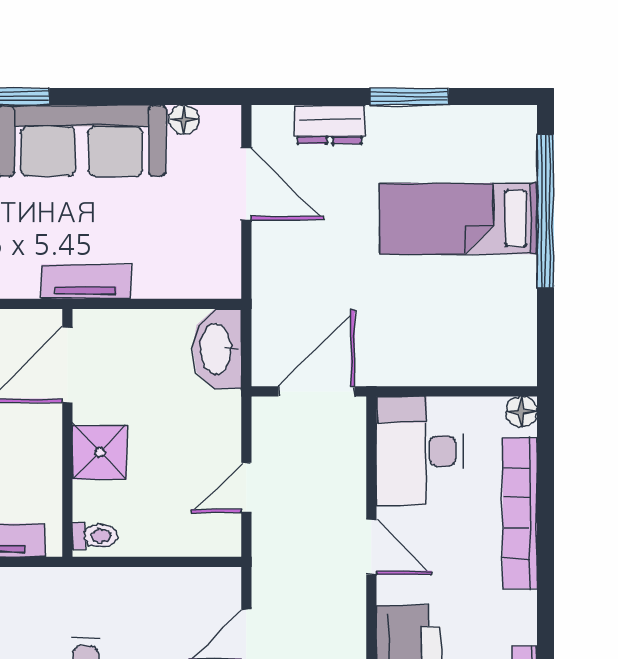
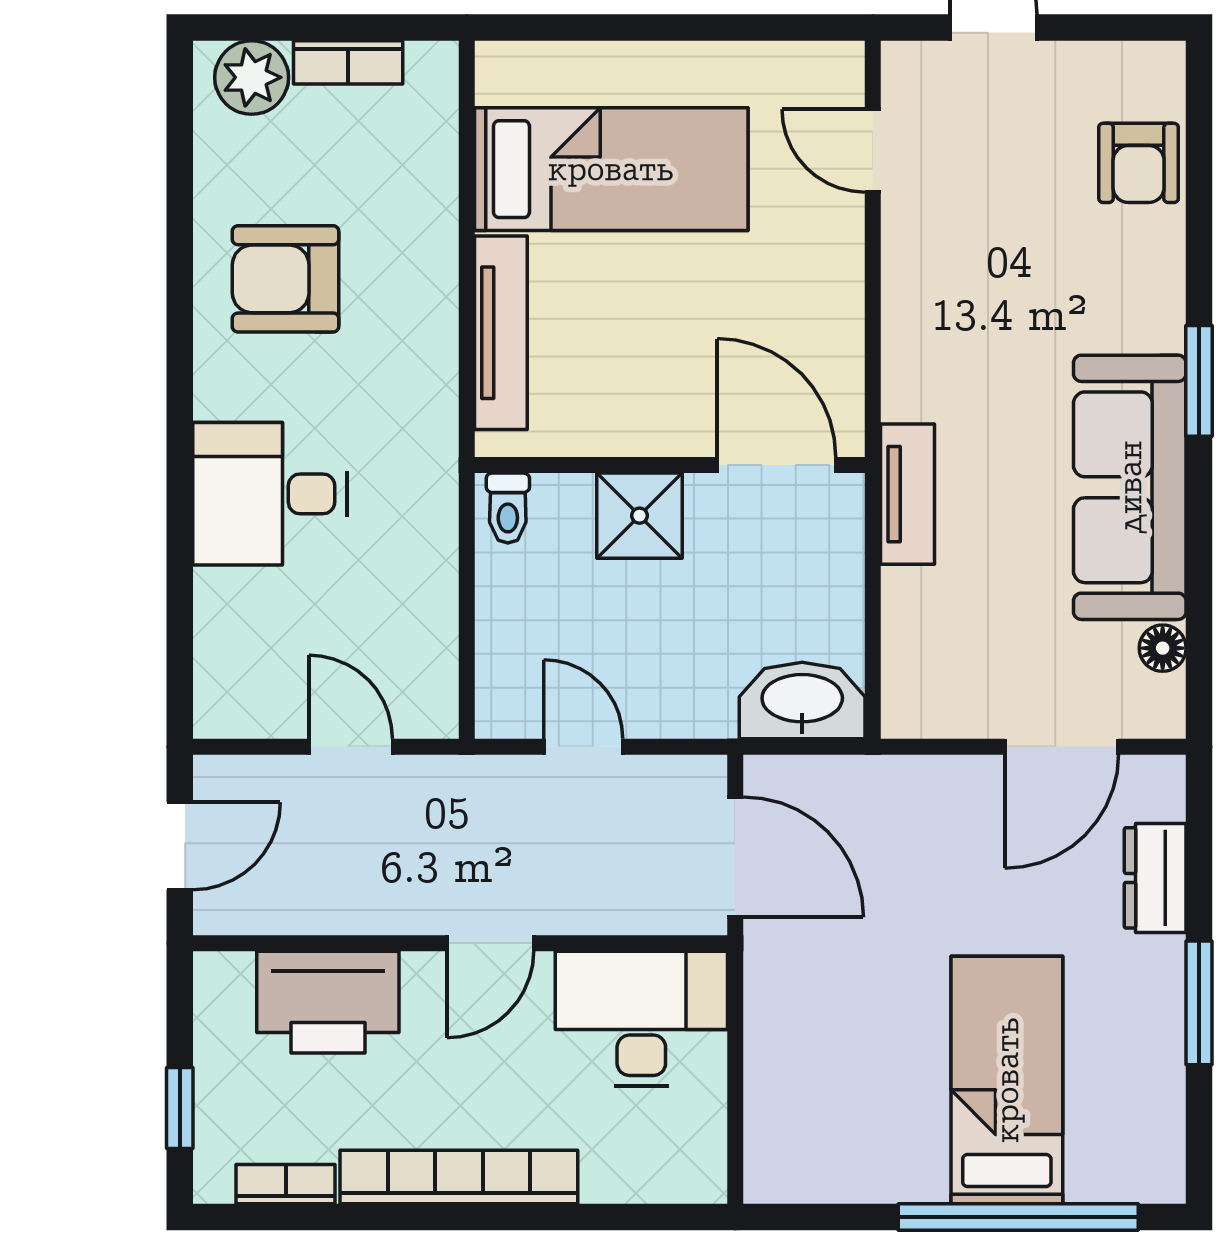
floor lamp: (522, 412) -> (703, 1180), removed
bookcase: (520, 513) -> (459, 1177), moved

